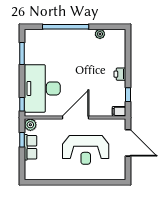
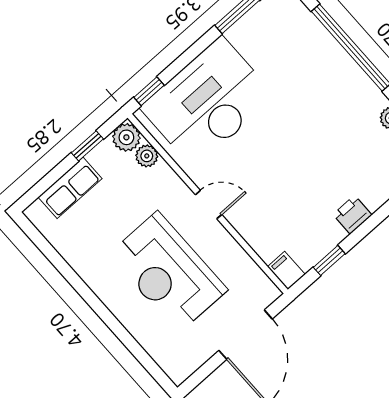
door: (76, 118) -> (209, 205), width x0.53
plant: (42, 124) -> (147, 156), added
row of seats: (31, 147) -> (70, 188), moved

